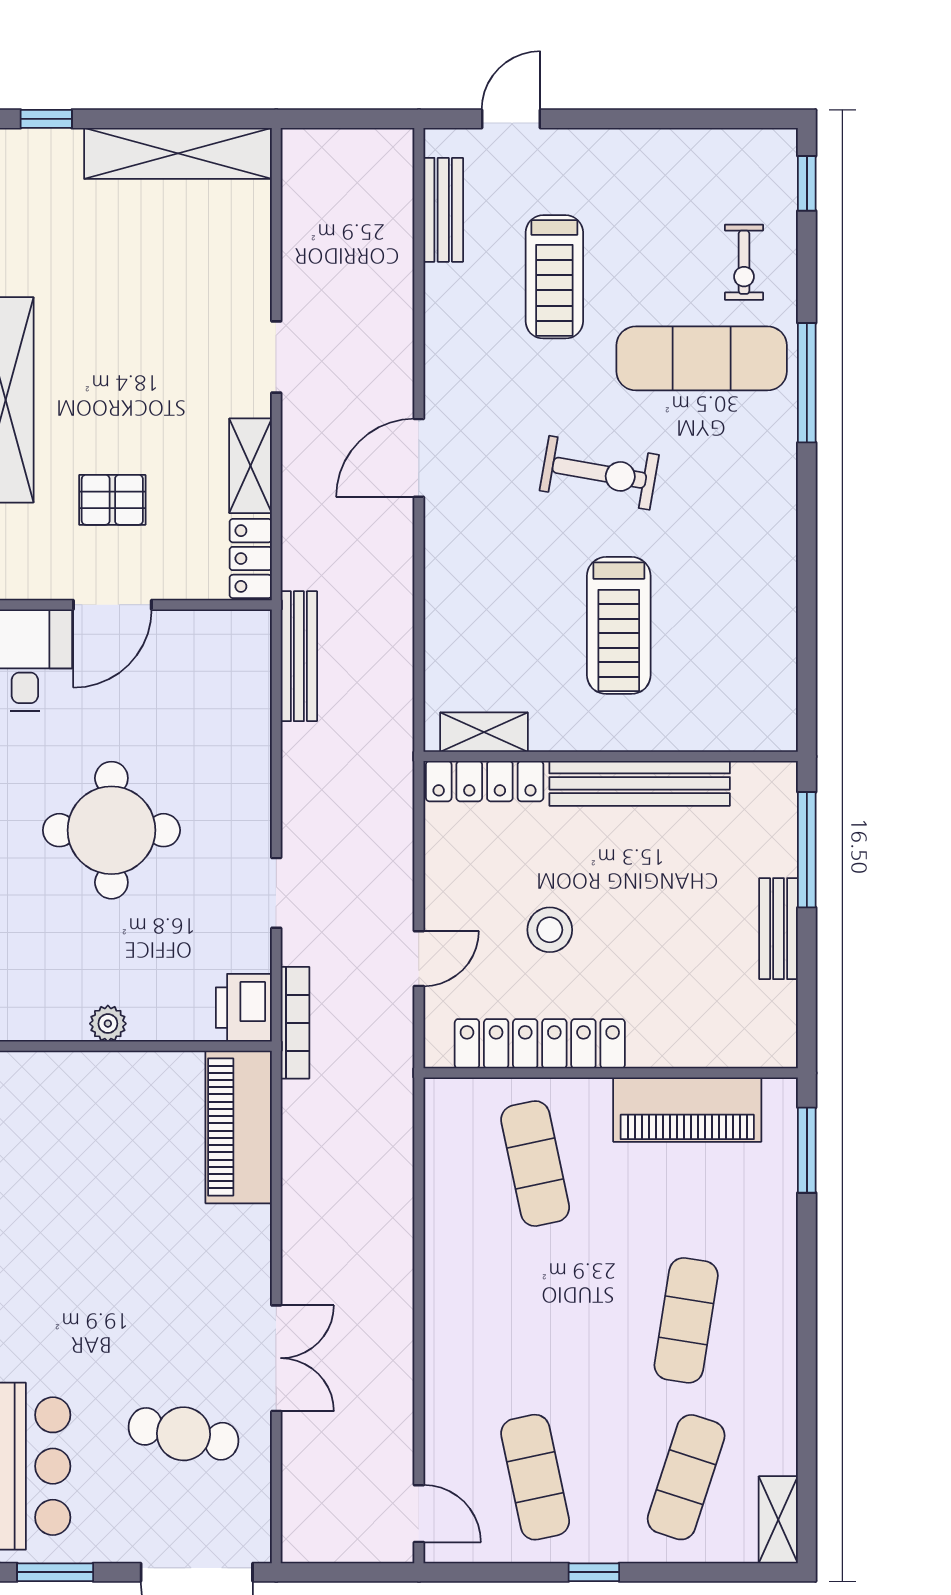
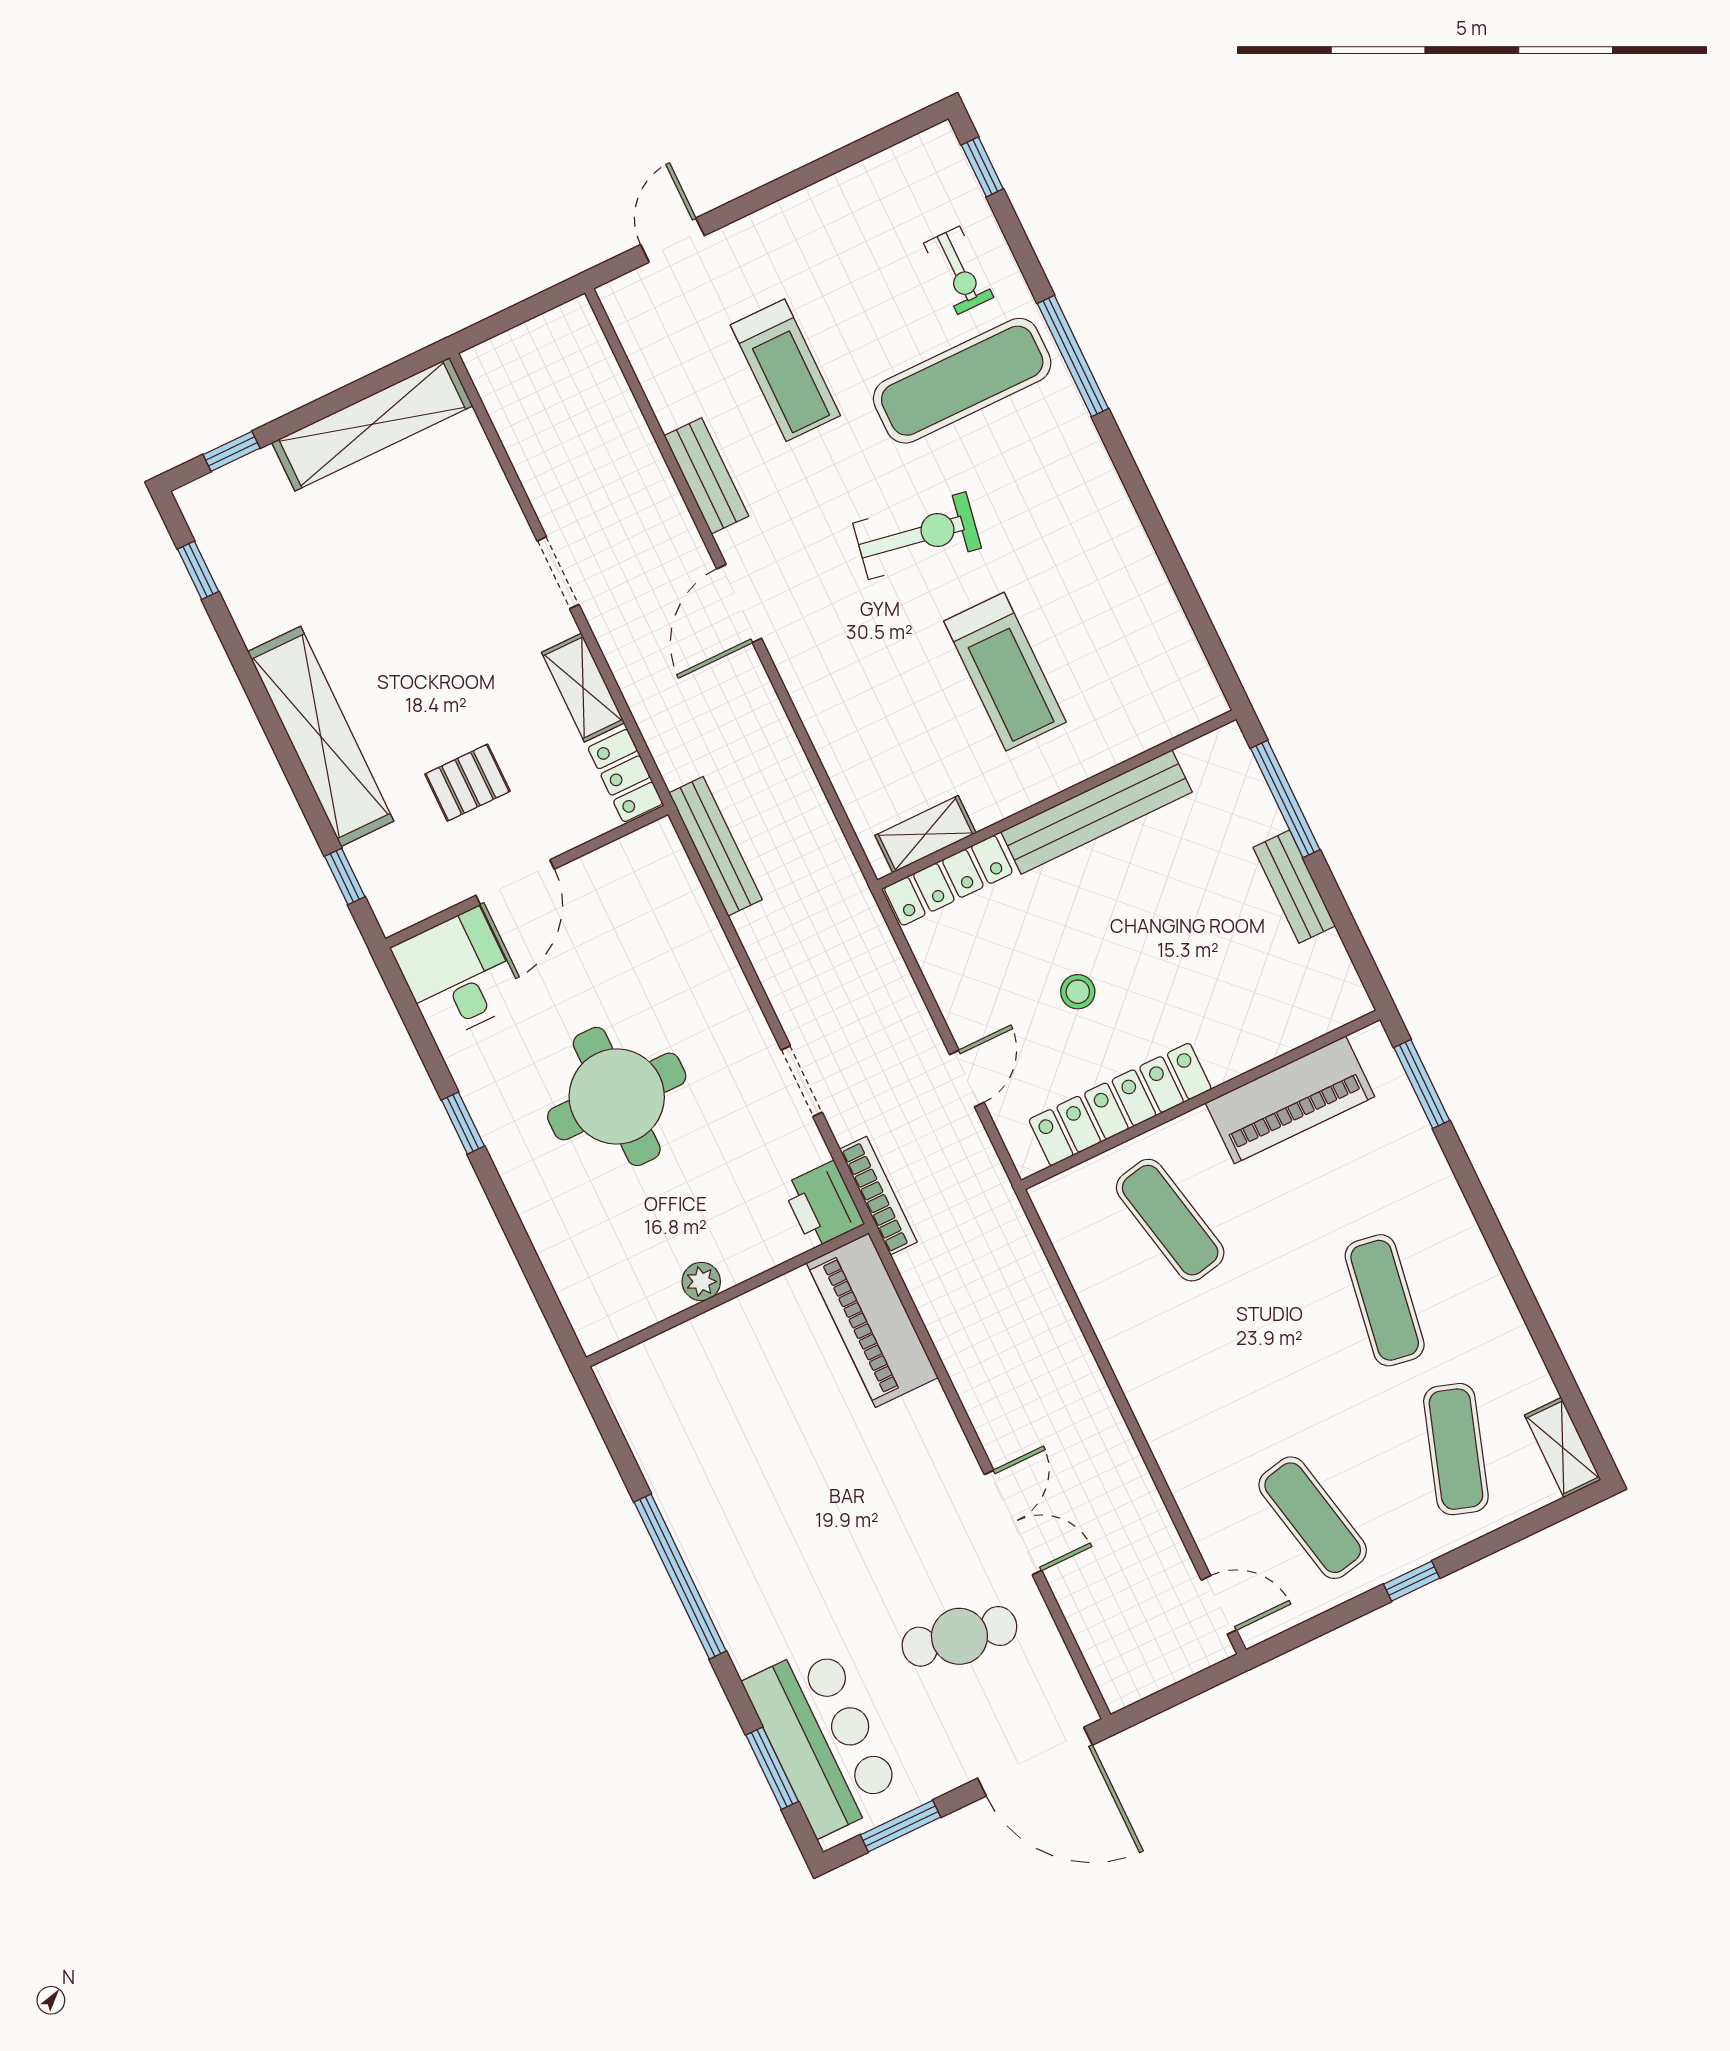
bench: (443, 210) -> (706, 476), moved
stool: (550, 930) -> (1078, 992), width x0.73, depth x0.73

